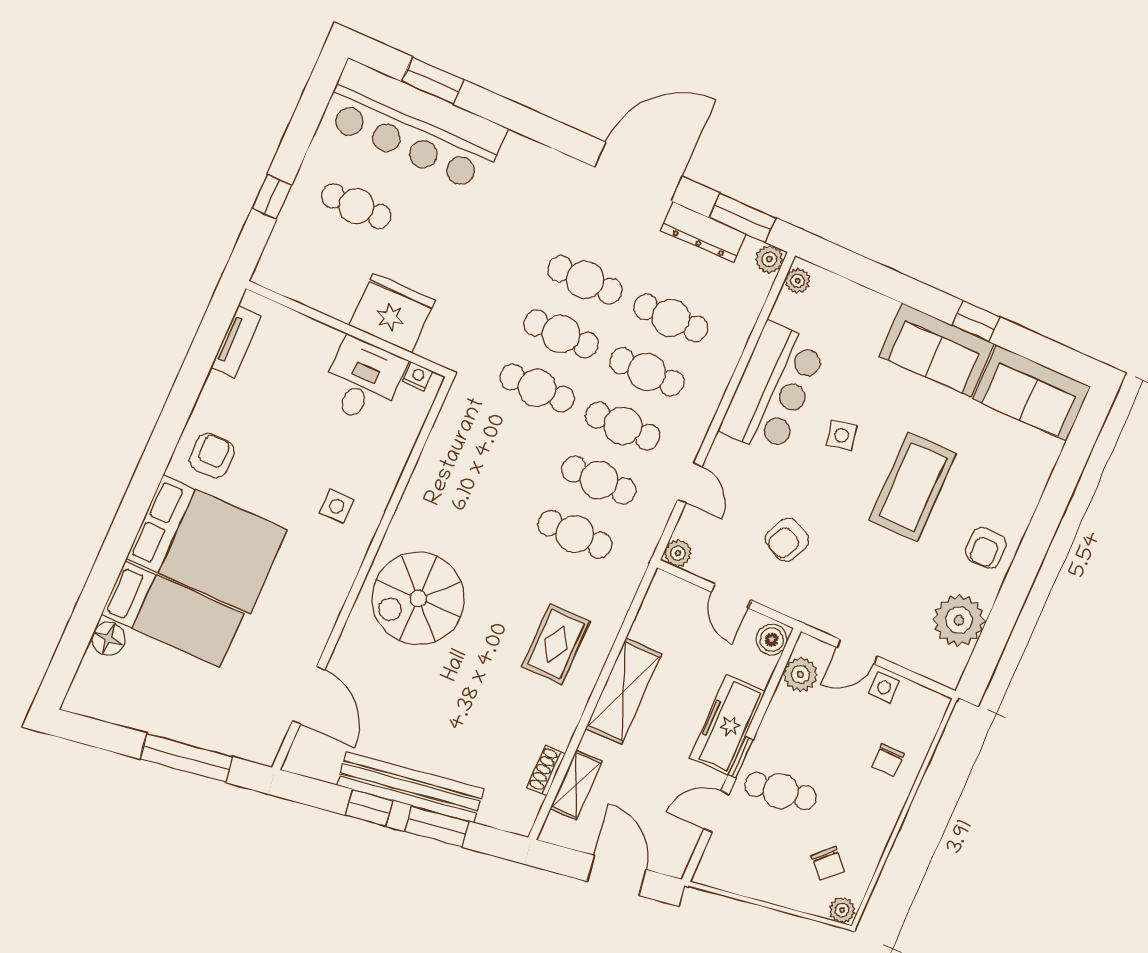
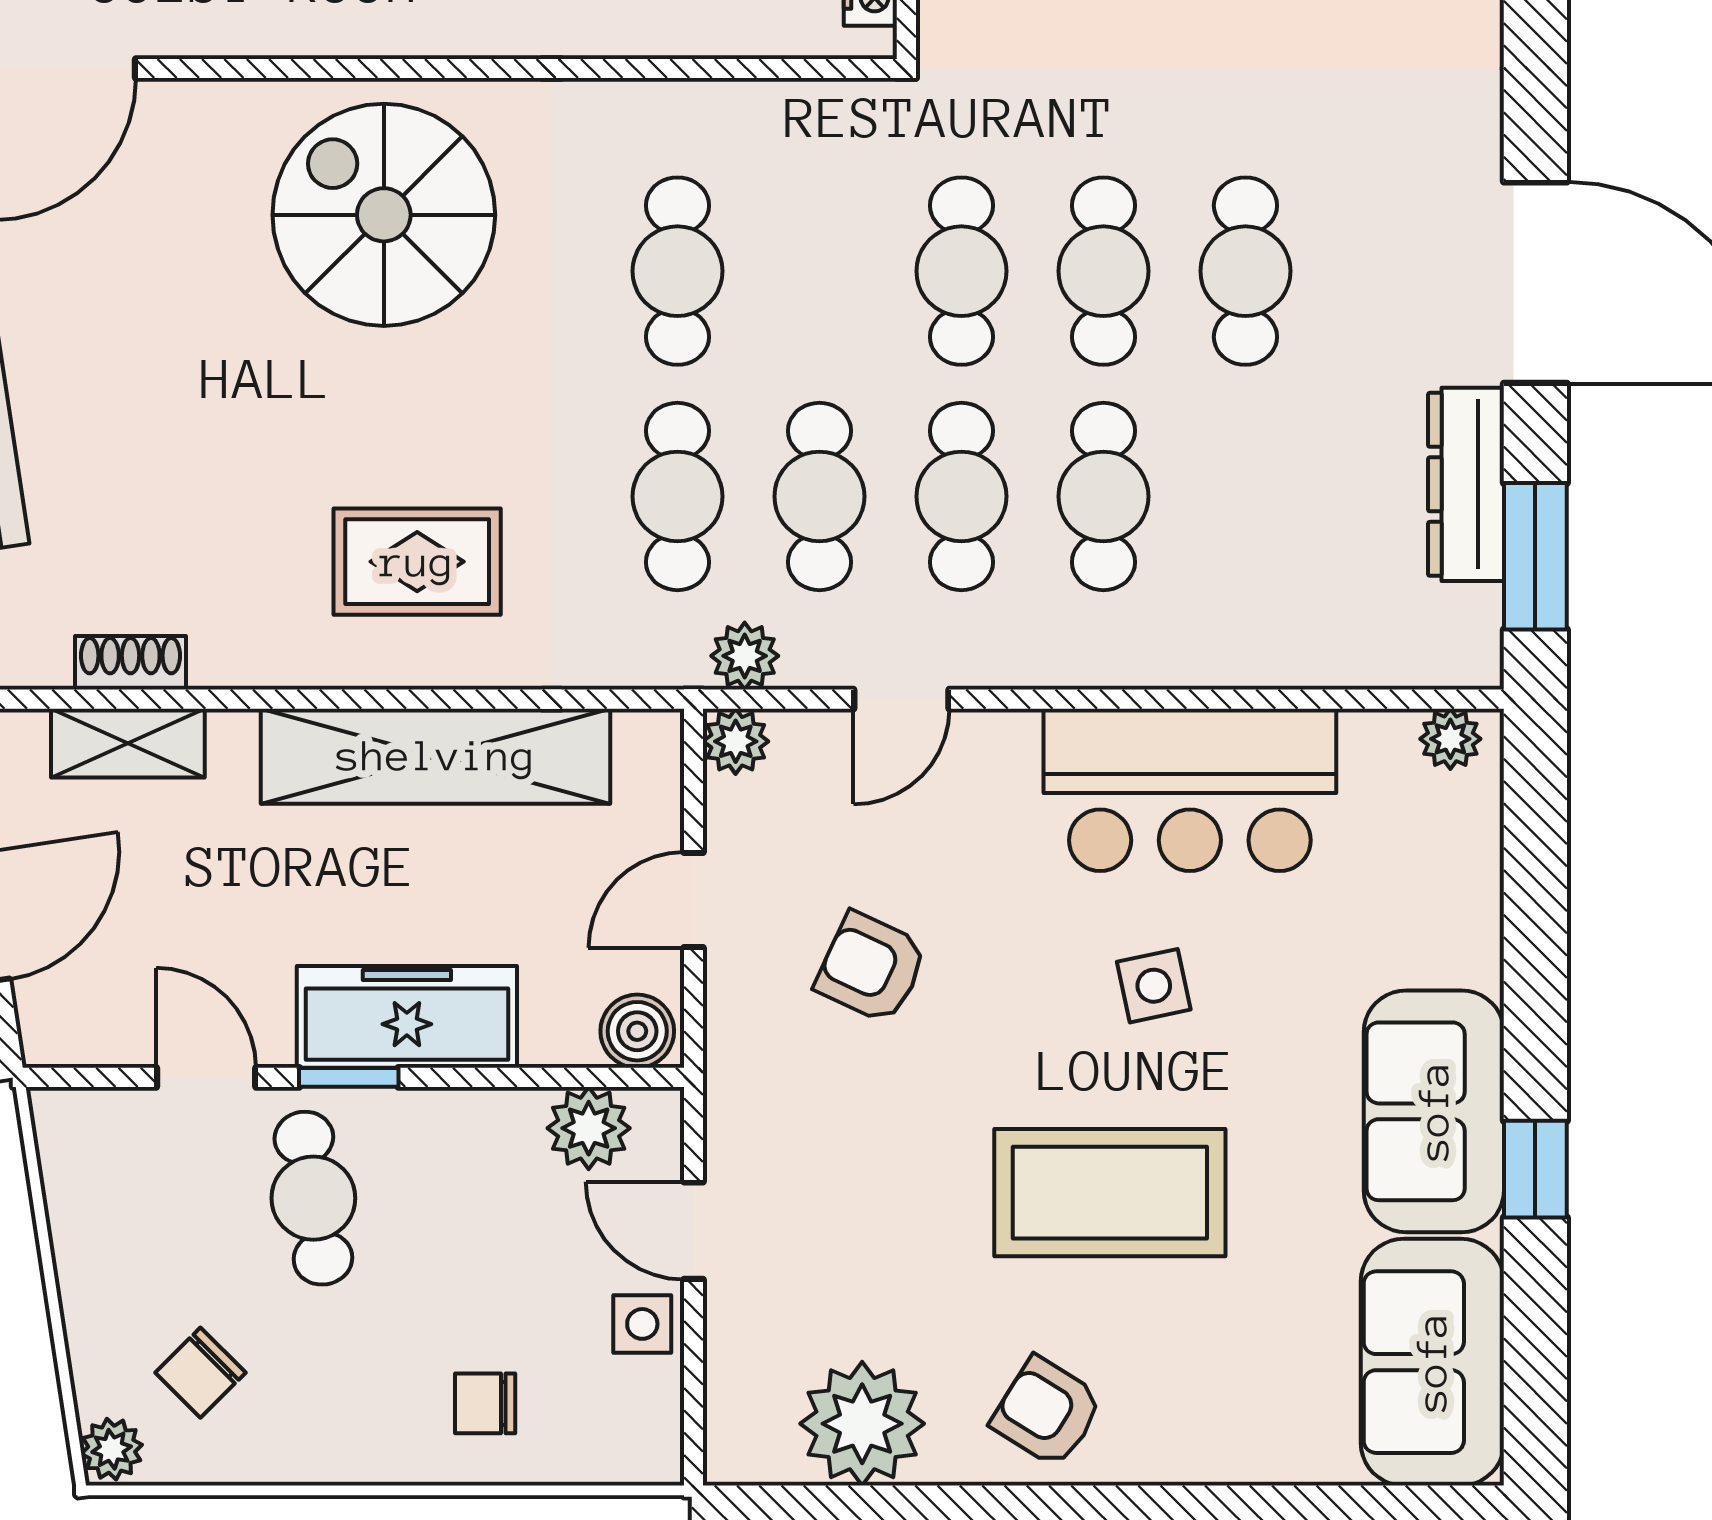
plant: (769, 259) -> (745, 656), moved
cafe table: (671, 318) -> (677, 271), moved
armchair: (986, 548) -> (1047, 1412), turned 32
shelving: (624, 691) -> (436, 756), width x1.47

